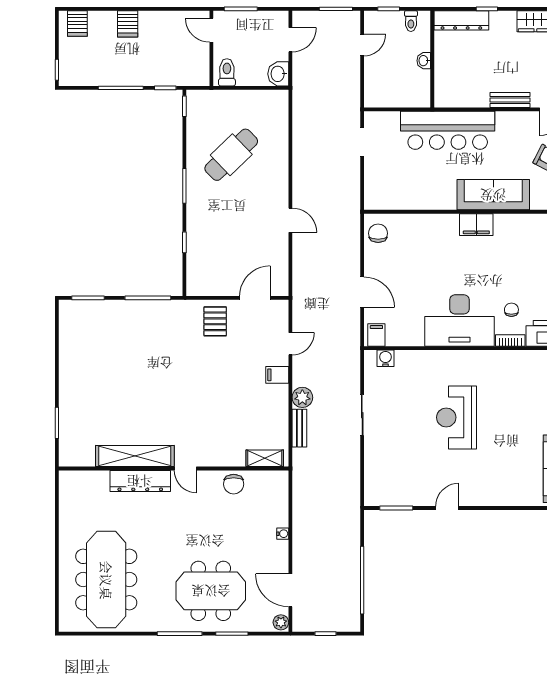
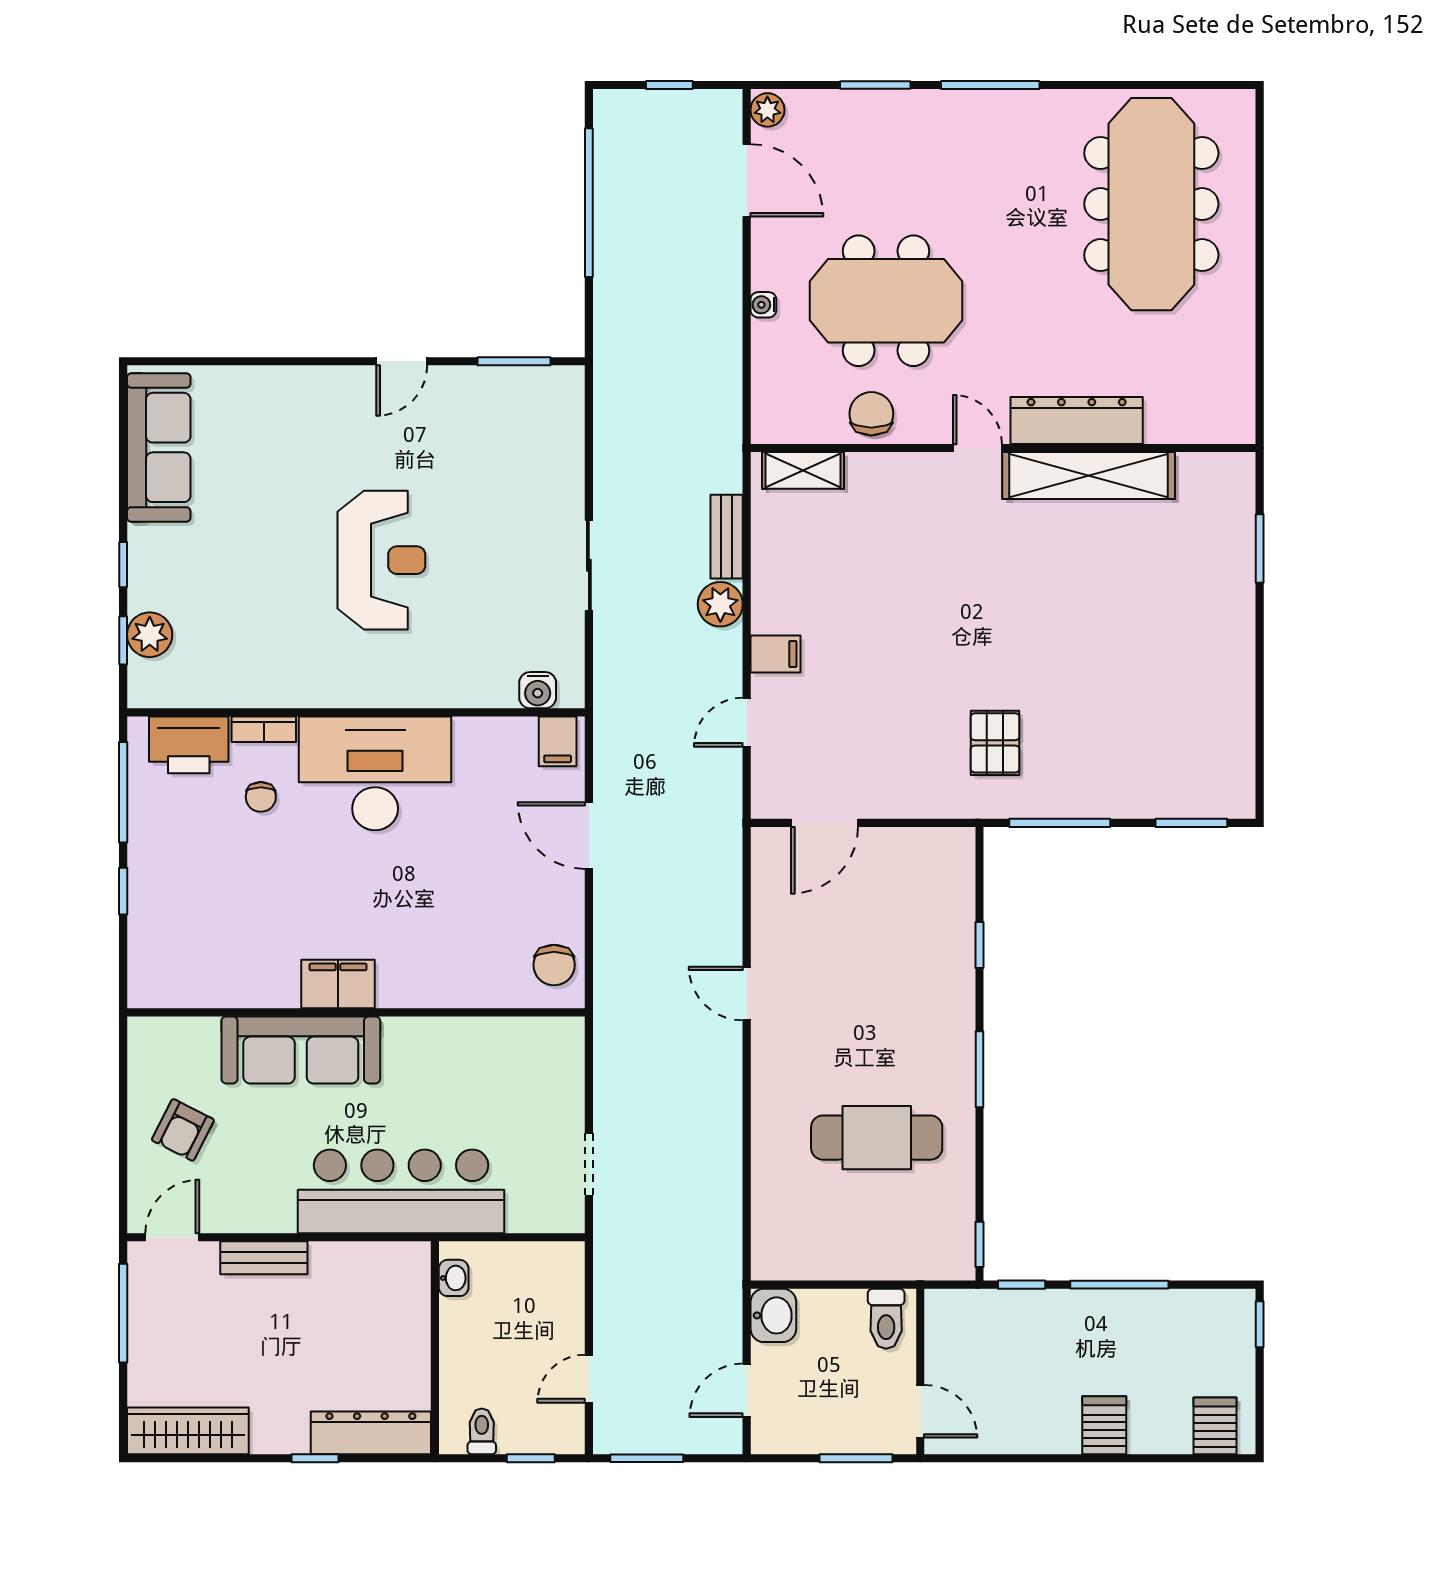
washbasin: (424, 61) -> (454, 1278), moved
cafe table: (231, 155) -> (877, 1138), turned 44
pallet: (215, 321) -> (995, 743), moved
meeting table: (211, 591) -> (886, 301), moved

